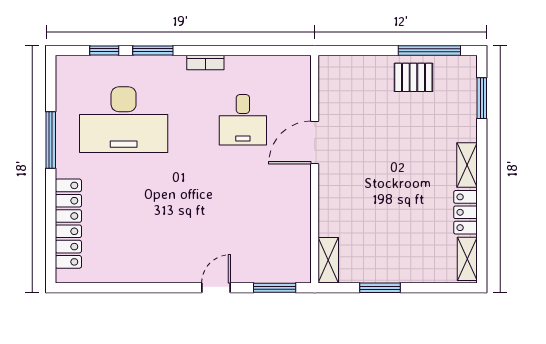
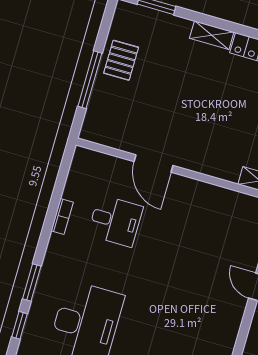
window: (429, 50) -> (90, 80), moved
bookcase: (205, 62) -> (62, 216), moved

